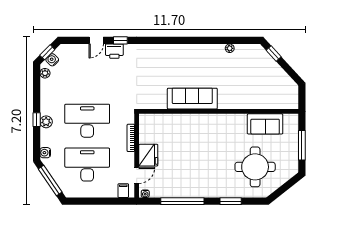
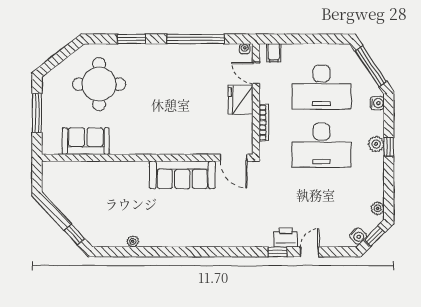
water cooler: (52, 60) -> (358, 236), moved
door: (154, 111) -> (234, 158), added
door: (137, 175) -> (256, 73), hinge flipped

